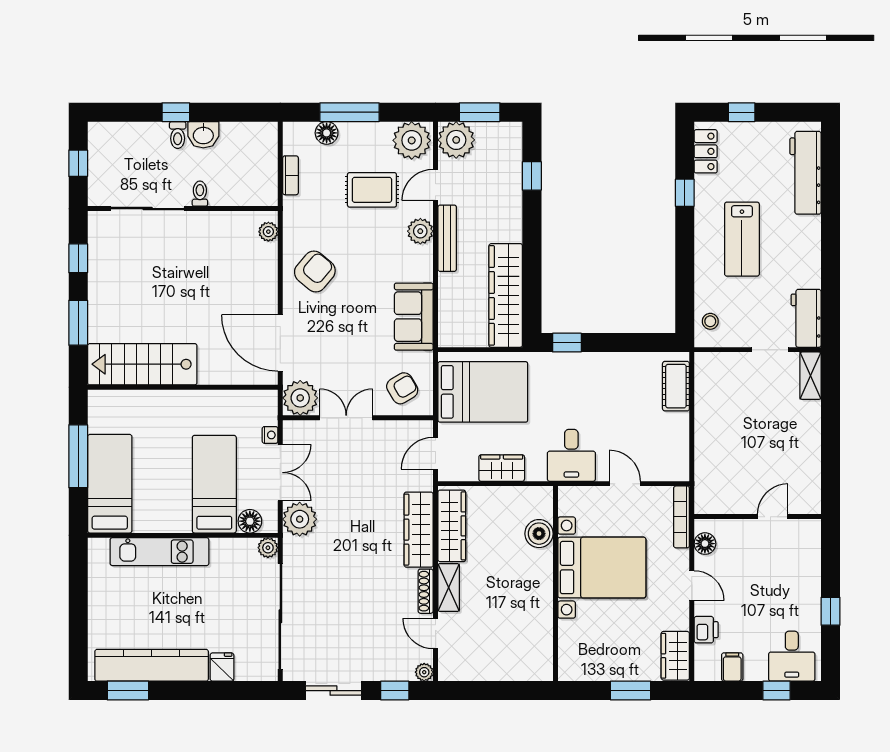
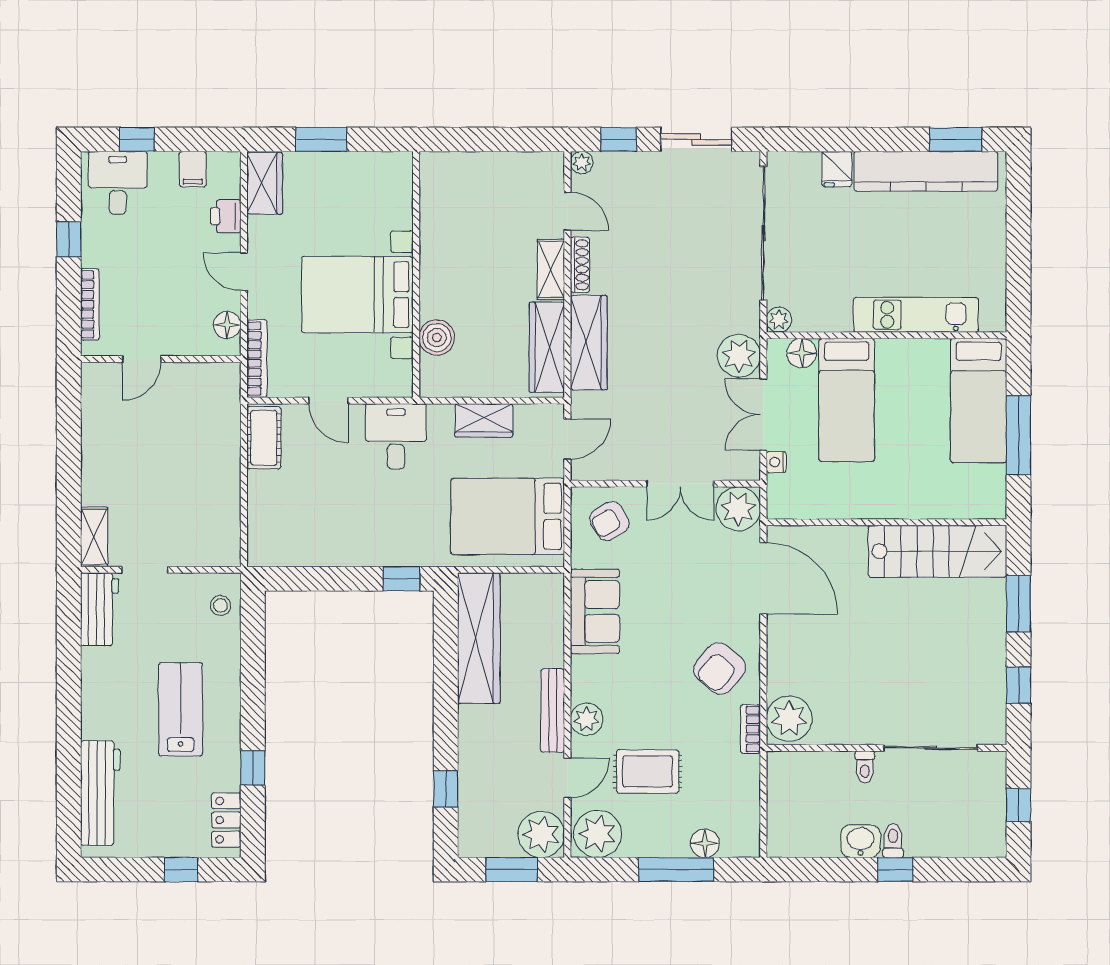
bookcase: (290, 175) -> (750, 729), moved
plant: (268, 232) -> (789, 719), width x1.88, depth x1.88
cot: (676, 386) -> (264, 438), moved
bookcase: (814, 560) -> (90, 304), added

